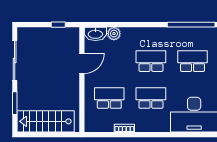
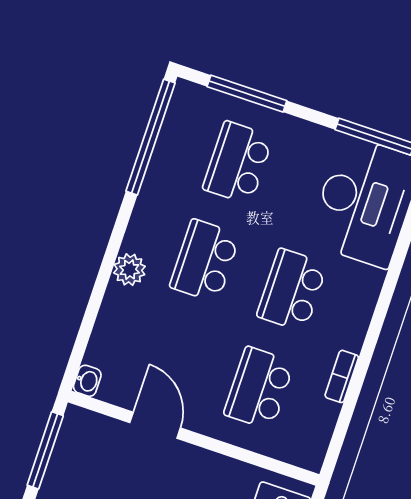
window: (58, 25) -> (45, 450), width x2.17
washbasin: (95, 34) -> (87, 381), width x0.52, depth x0.69
plant: (114, 34) -> (129, 270), moved

